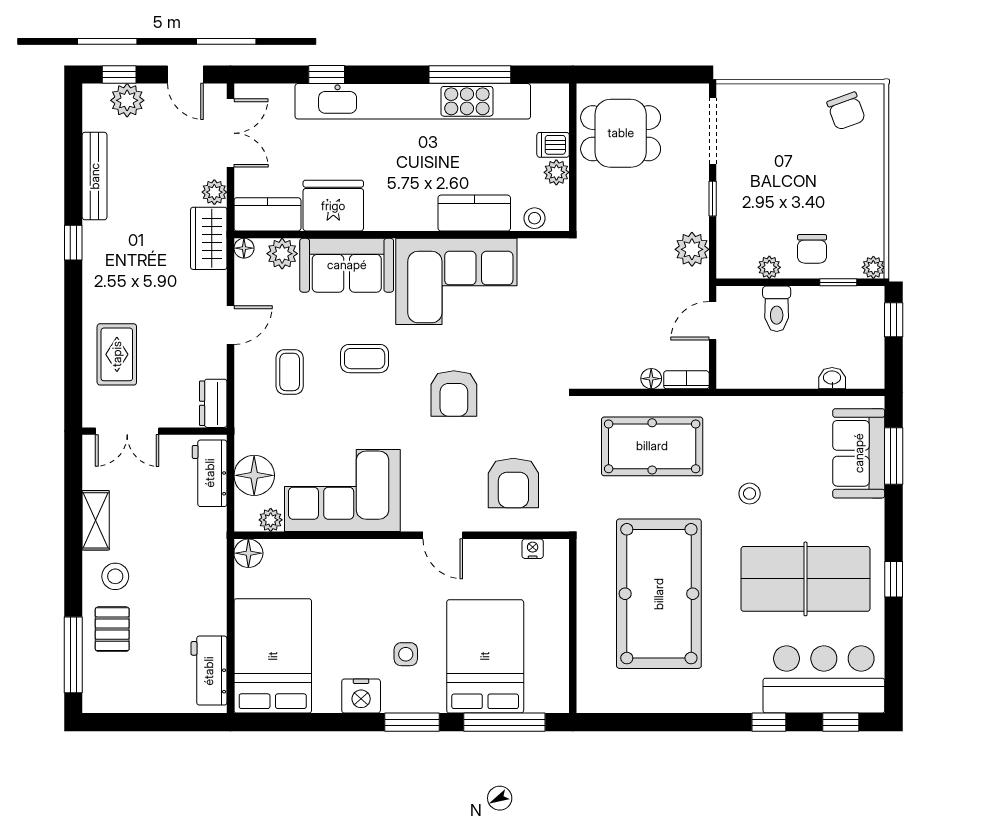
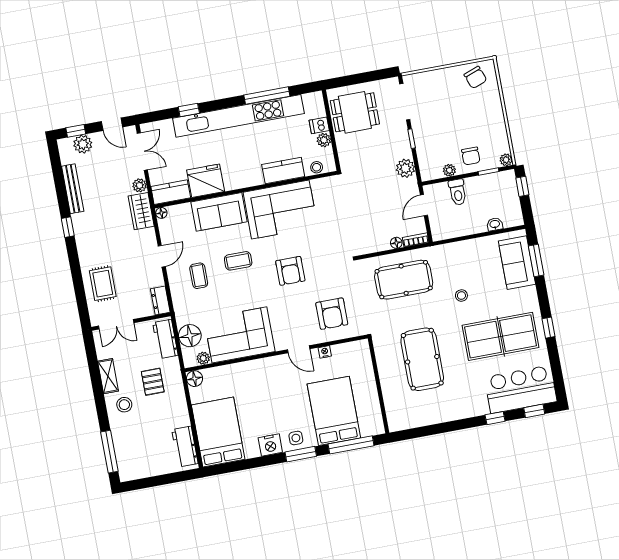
plant: (282, 254) -> (183, 212), removed
nightstand: (533, 549) -> (325, 352), moved
pool table: (659, 594) -> (422, 359), width x0.73, depth x0.76
pallet: (112, 629) -> (153, 382), moved
side table: (406, 654) -> (296, 438), moved

